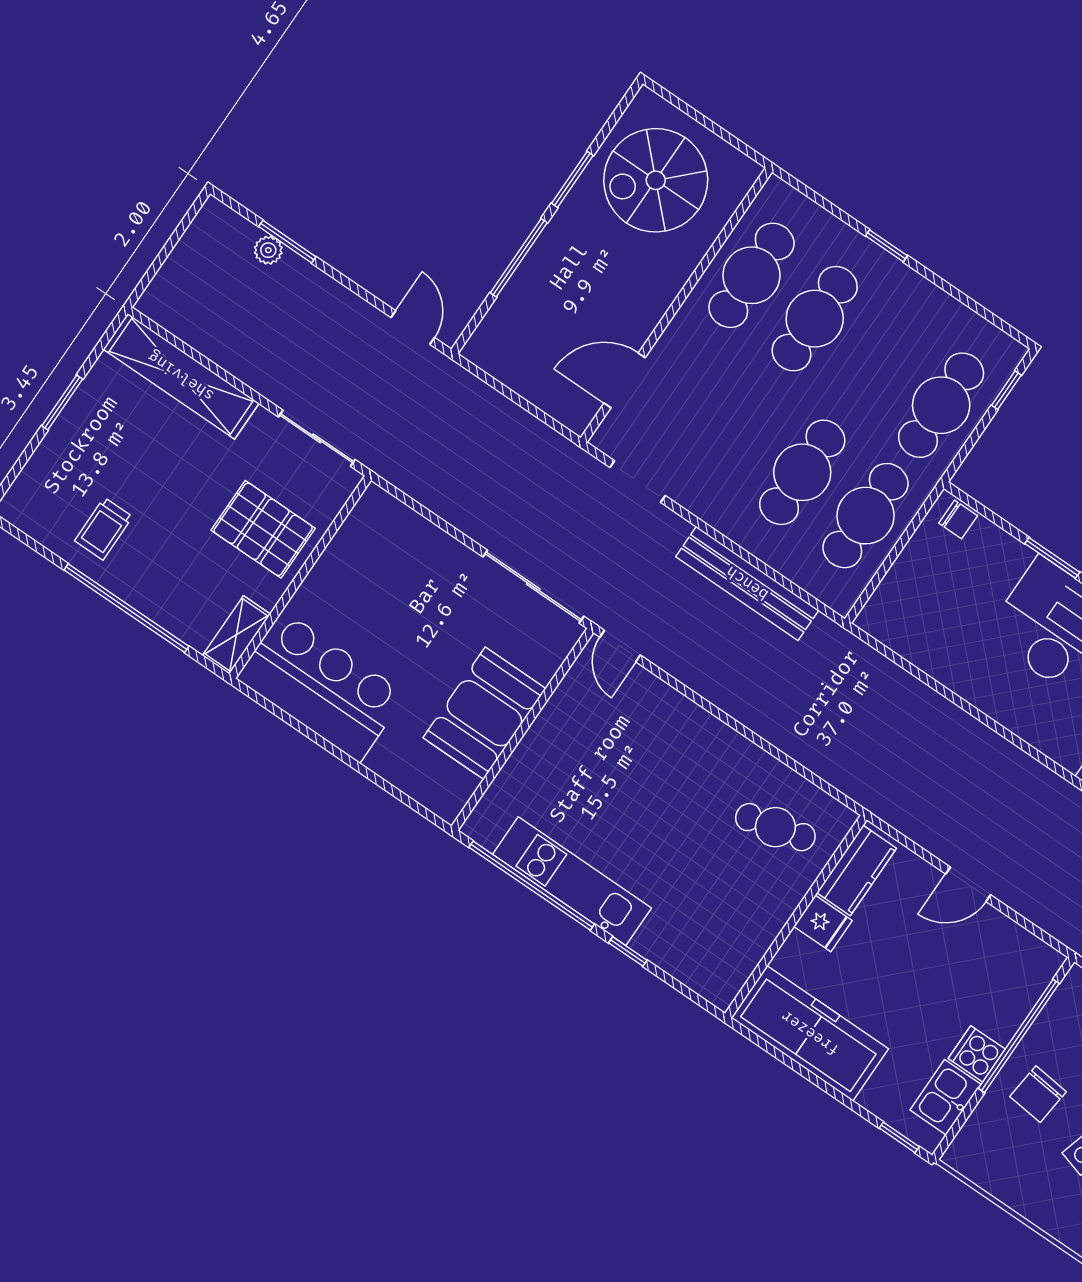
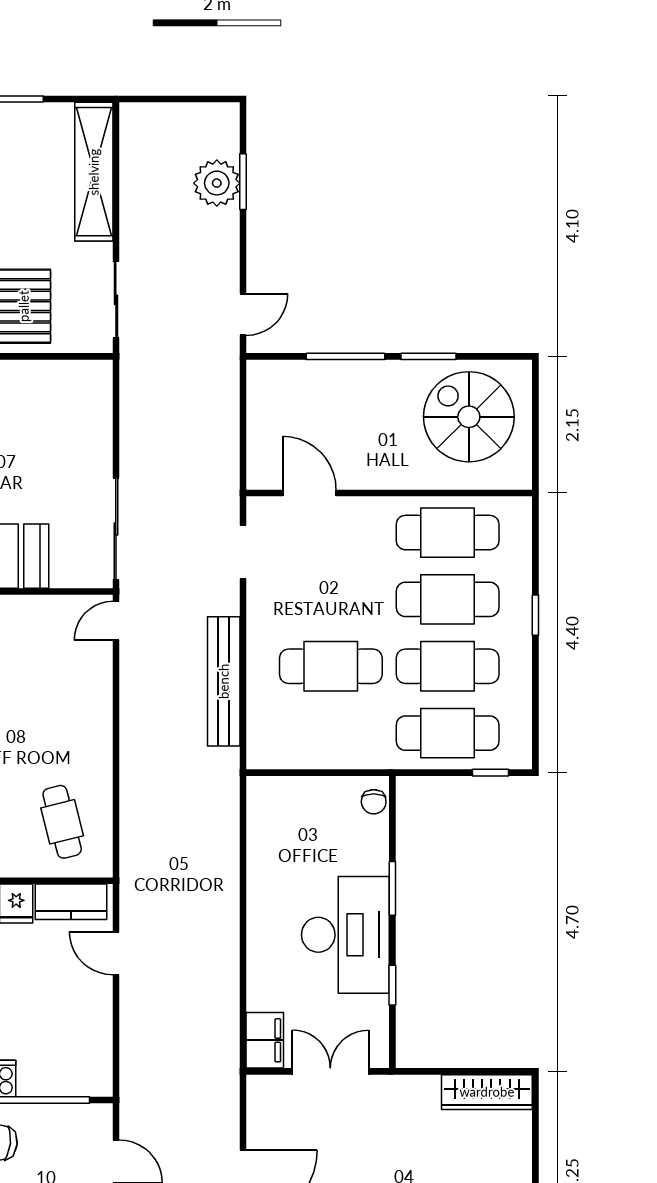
plant: (268, 250) -> (217, 183), width x1.88, depth x1.88
cafe table: (866, 516) -> (448, 666), moved
door: (968, 884) -> (116, 953), moved

